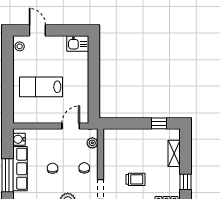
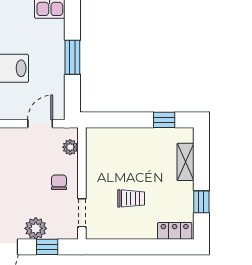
window: (94, 79) -> (72, 57), added
chair: (53, 168) -> (14, 183), removed

